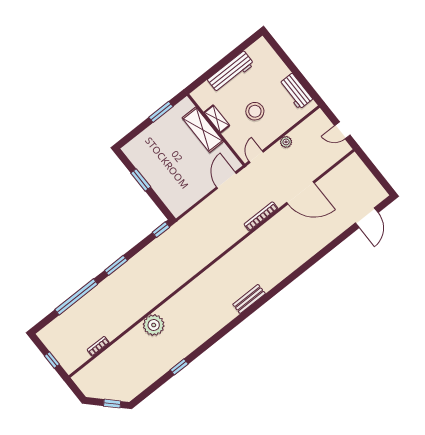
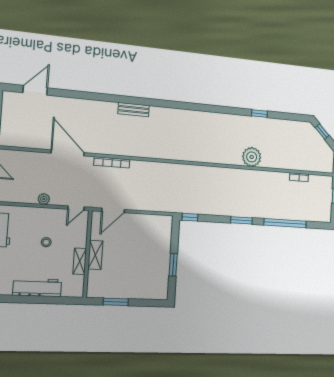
stool: (255, 111) -> (46, 242), width x0.53, depth x0.53
shelving: (203, 130) -> (95, 255), width x0.67, depth x0.75
bench: (249, 299) -> (134, 110), moved

